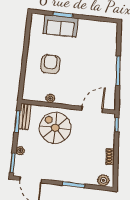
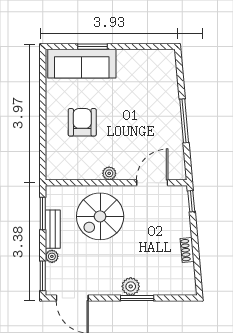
sofa: (61, 26) -> (82, 64), width x1.36
plant: (50, 98) -> (109, 173), moved
bench: (25, 117) -> (53, 229), moved
spiral stairs: (55, 128) -> (100, 216), turned -90
plant: (103, 180) -> (131, 286), moved

